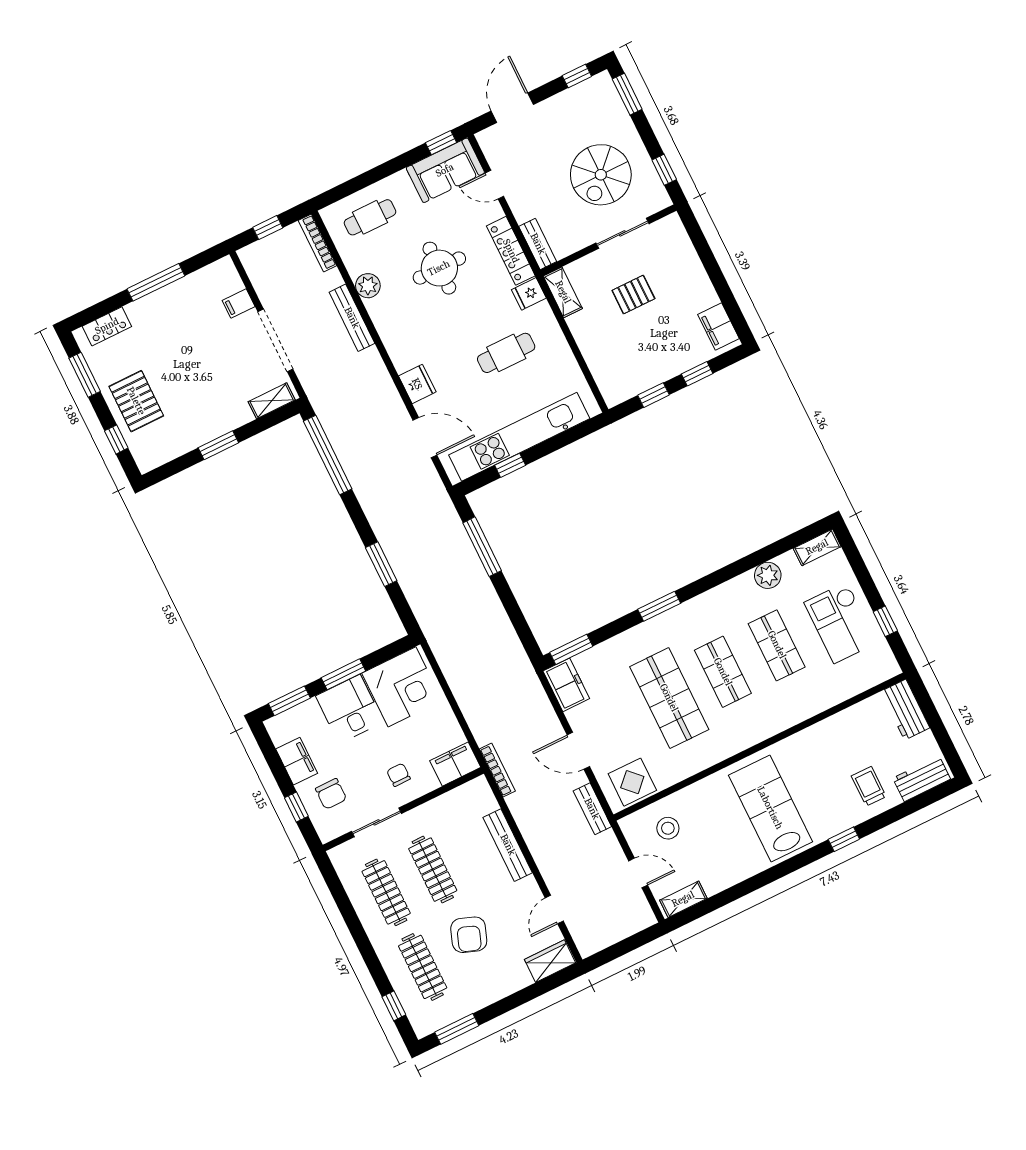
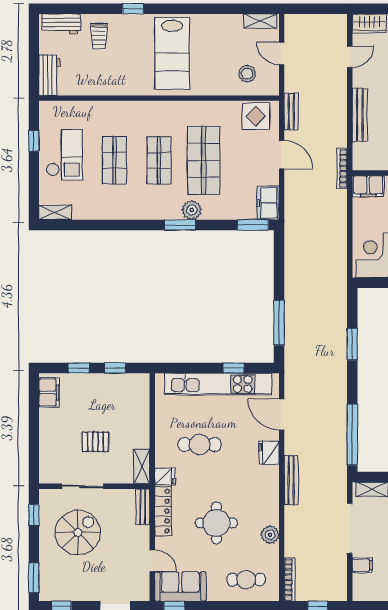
bench: (352, 318) -> (291, 480), moved
plant: (768, 575) -> (192, 210), moved

